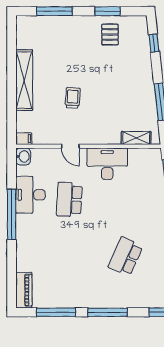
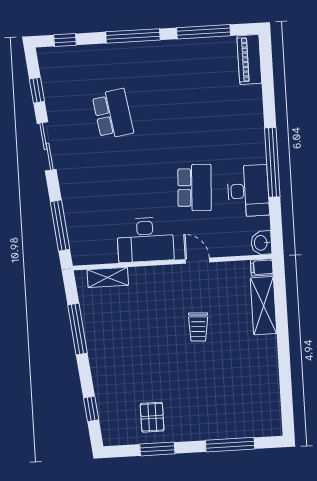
shelving: (24, 80) -> (264, 306), moved, width x0.68
school desk: (125, 256) -> (113, 114), turned -33

